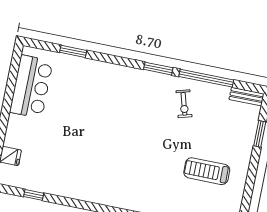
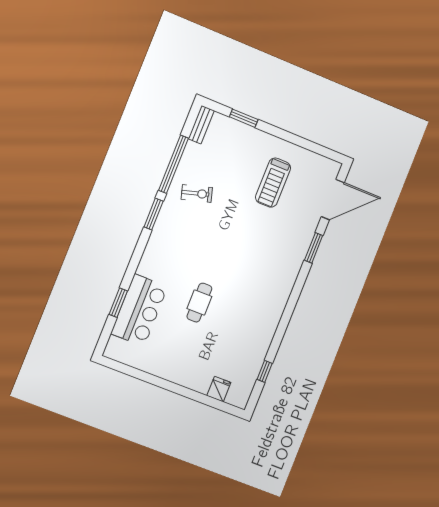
bar counter: (31, 87) -> (139, 310), moved, turned 90
cafe table: (86, 124) -> (199, 303), added

